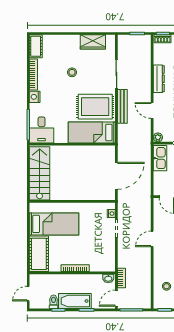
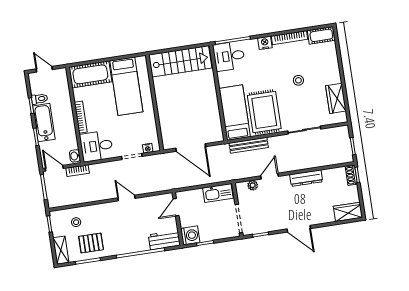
bench: (122, 106) -> (249, 145), moved
plant: (158, 137) -> (253, 185), moved
desk: (103, 258) -> (97, 146), added

